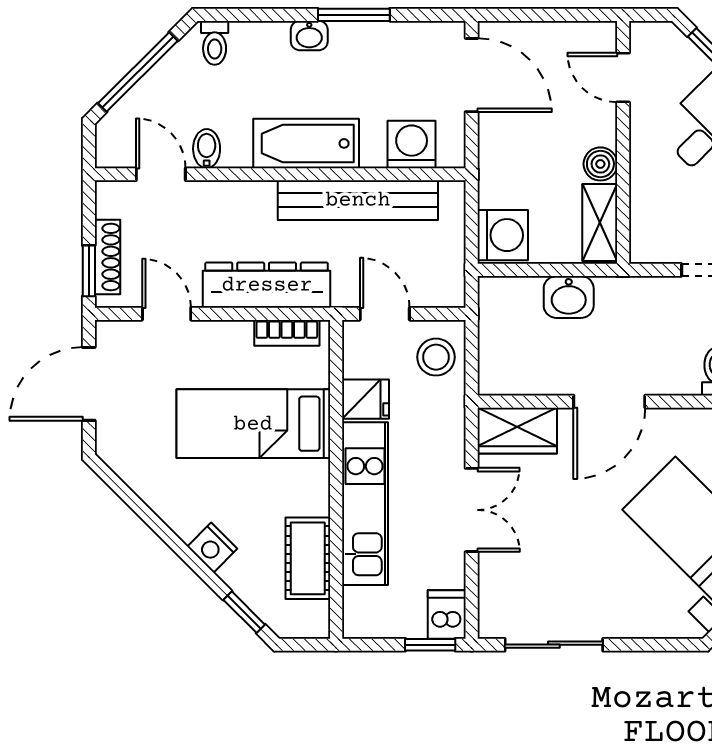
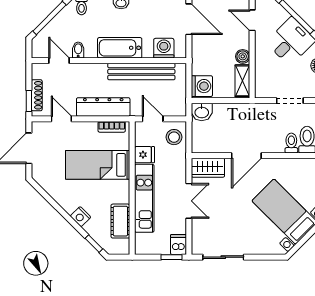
washbasin: (569, 297) -> (202, 112), moved

